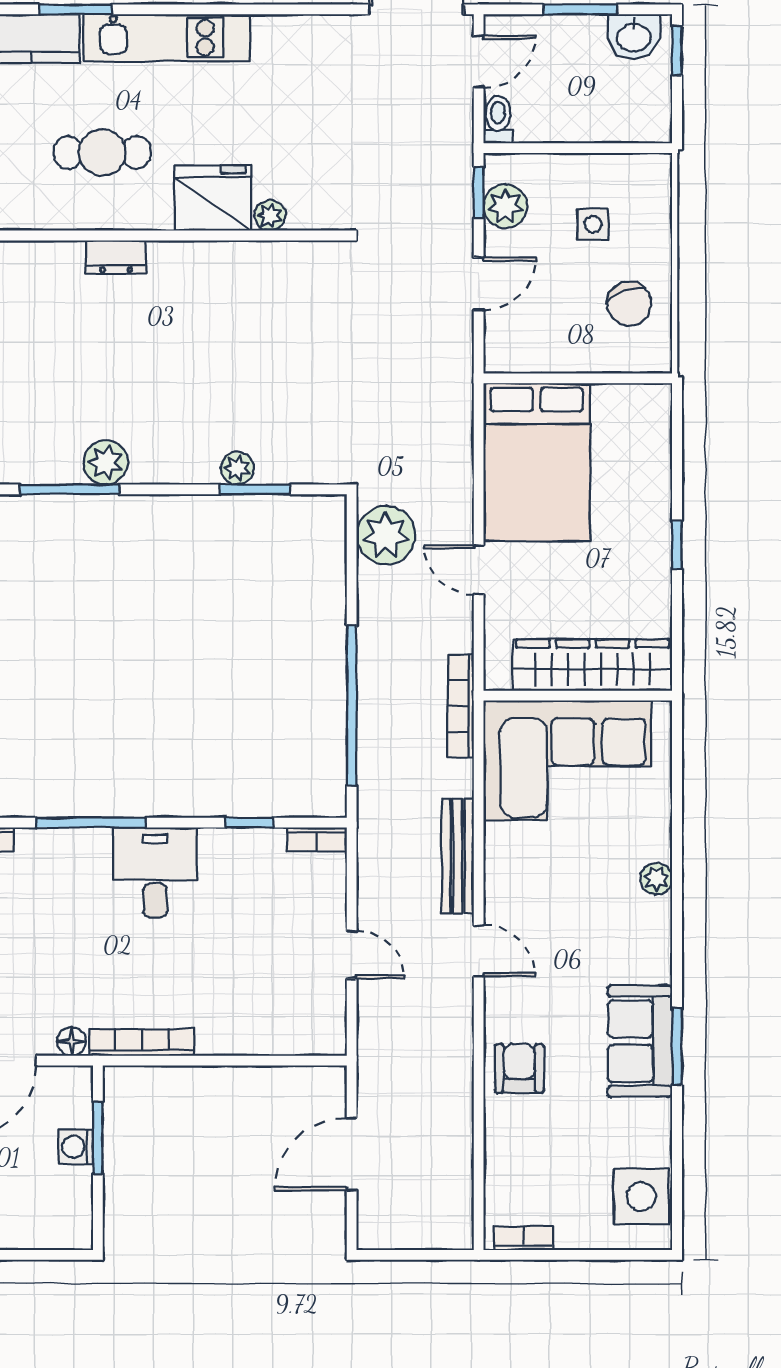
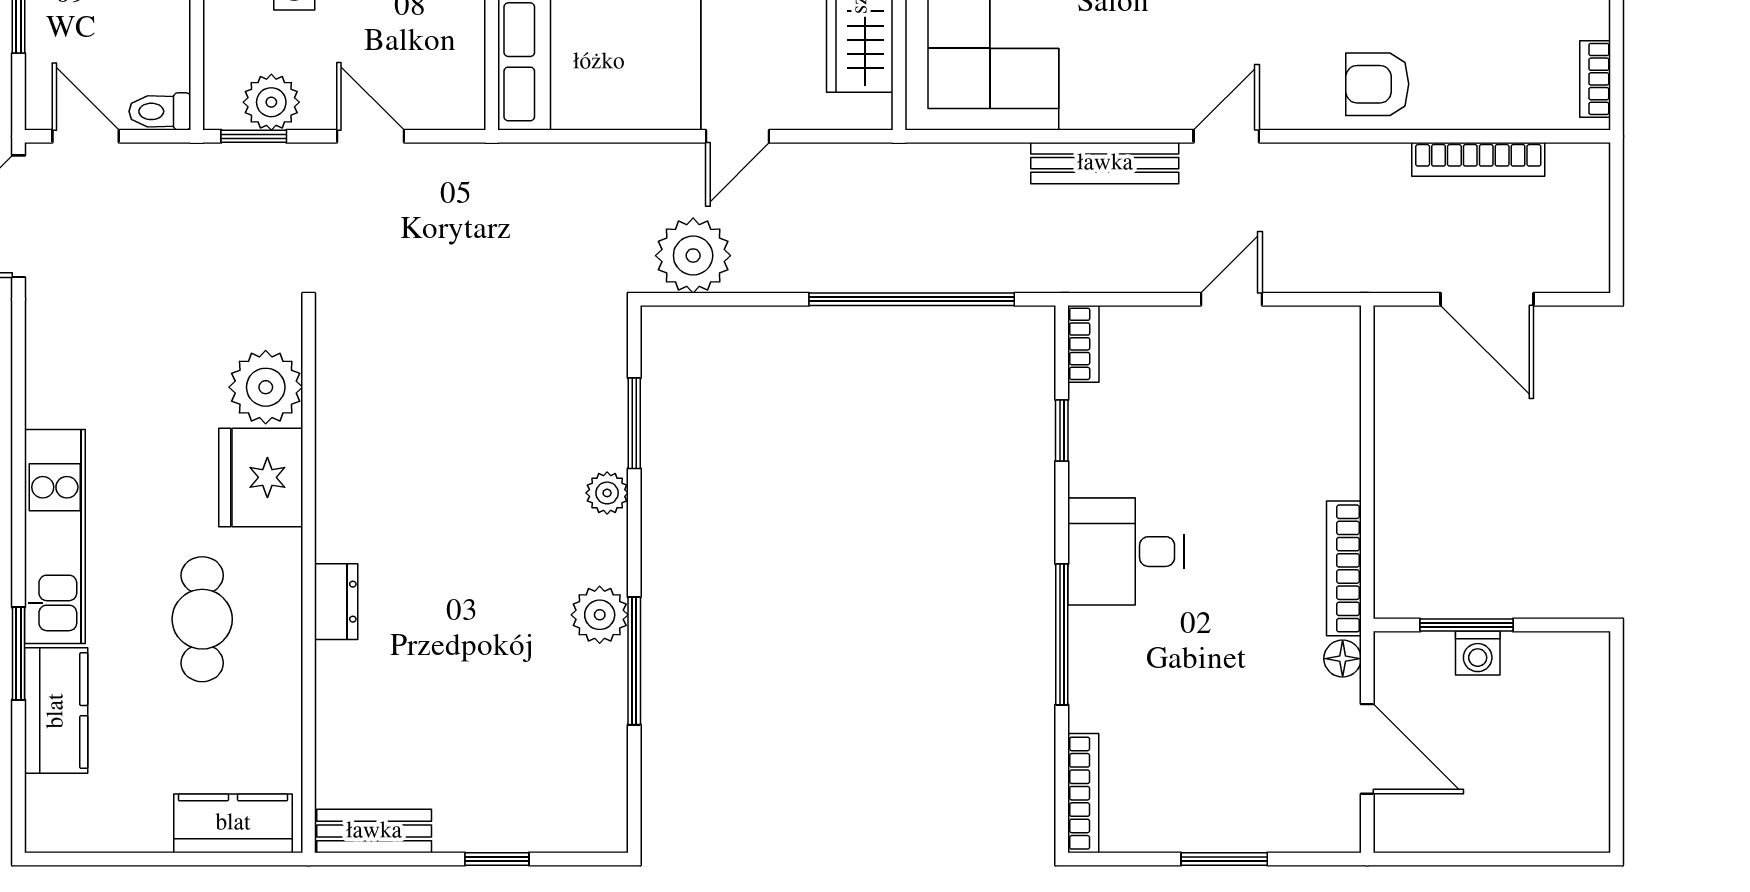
plant: (270, 215) -> (266, 387), width x1.88, depth x1.88
plant: (237, 468) -> (607, 493), moved
bookcase: (461, 706) -> (1478, 159), moved

